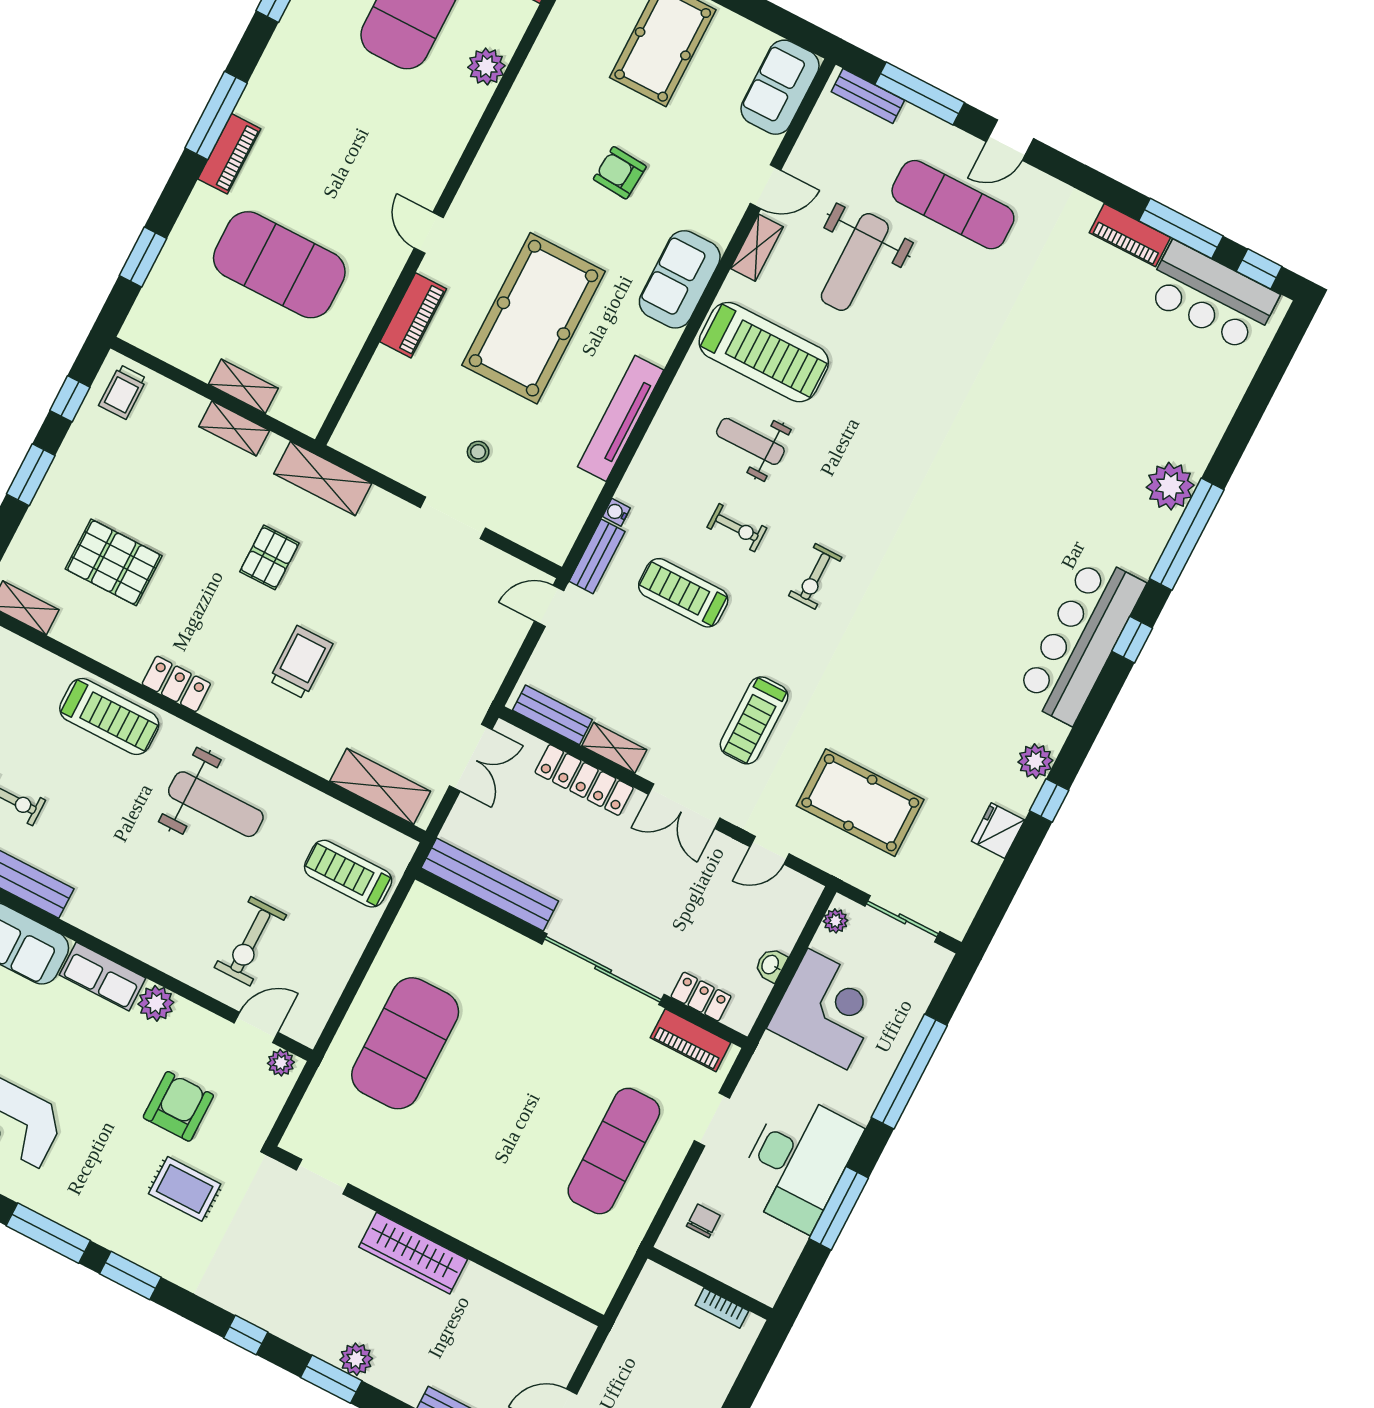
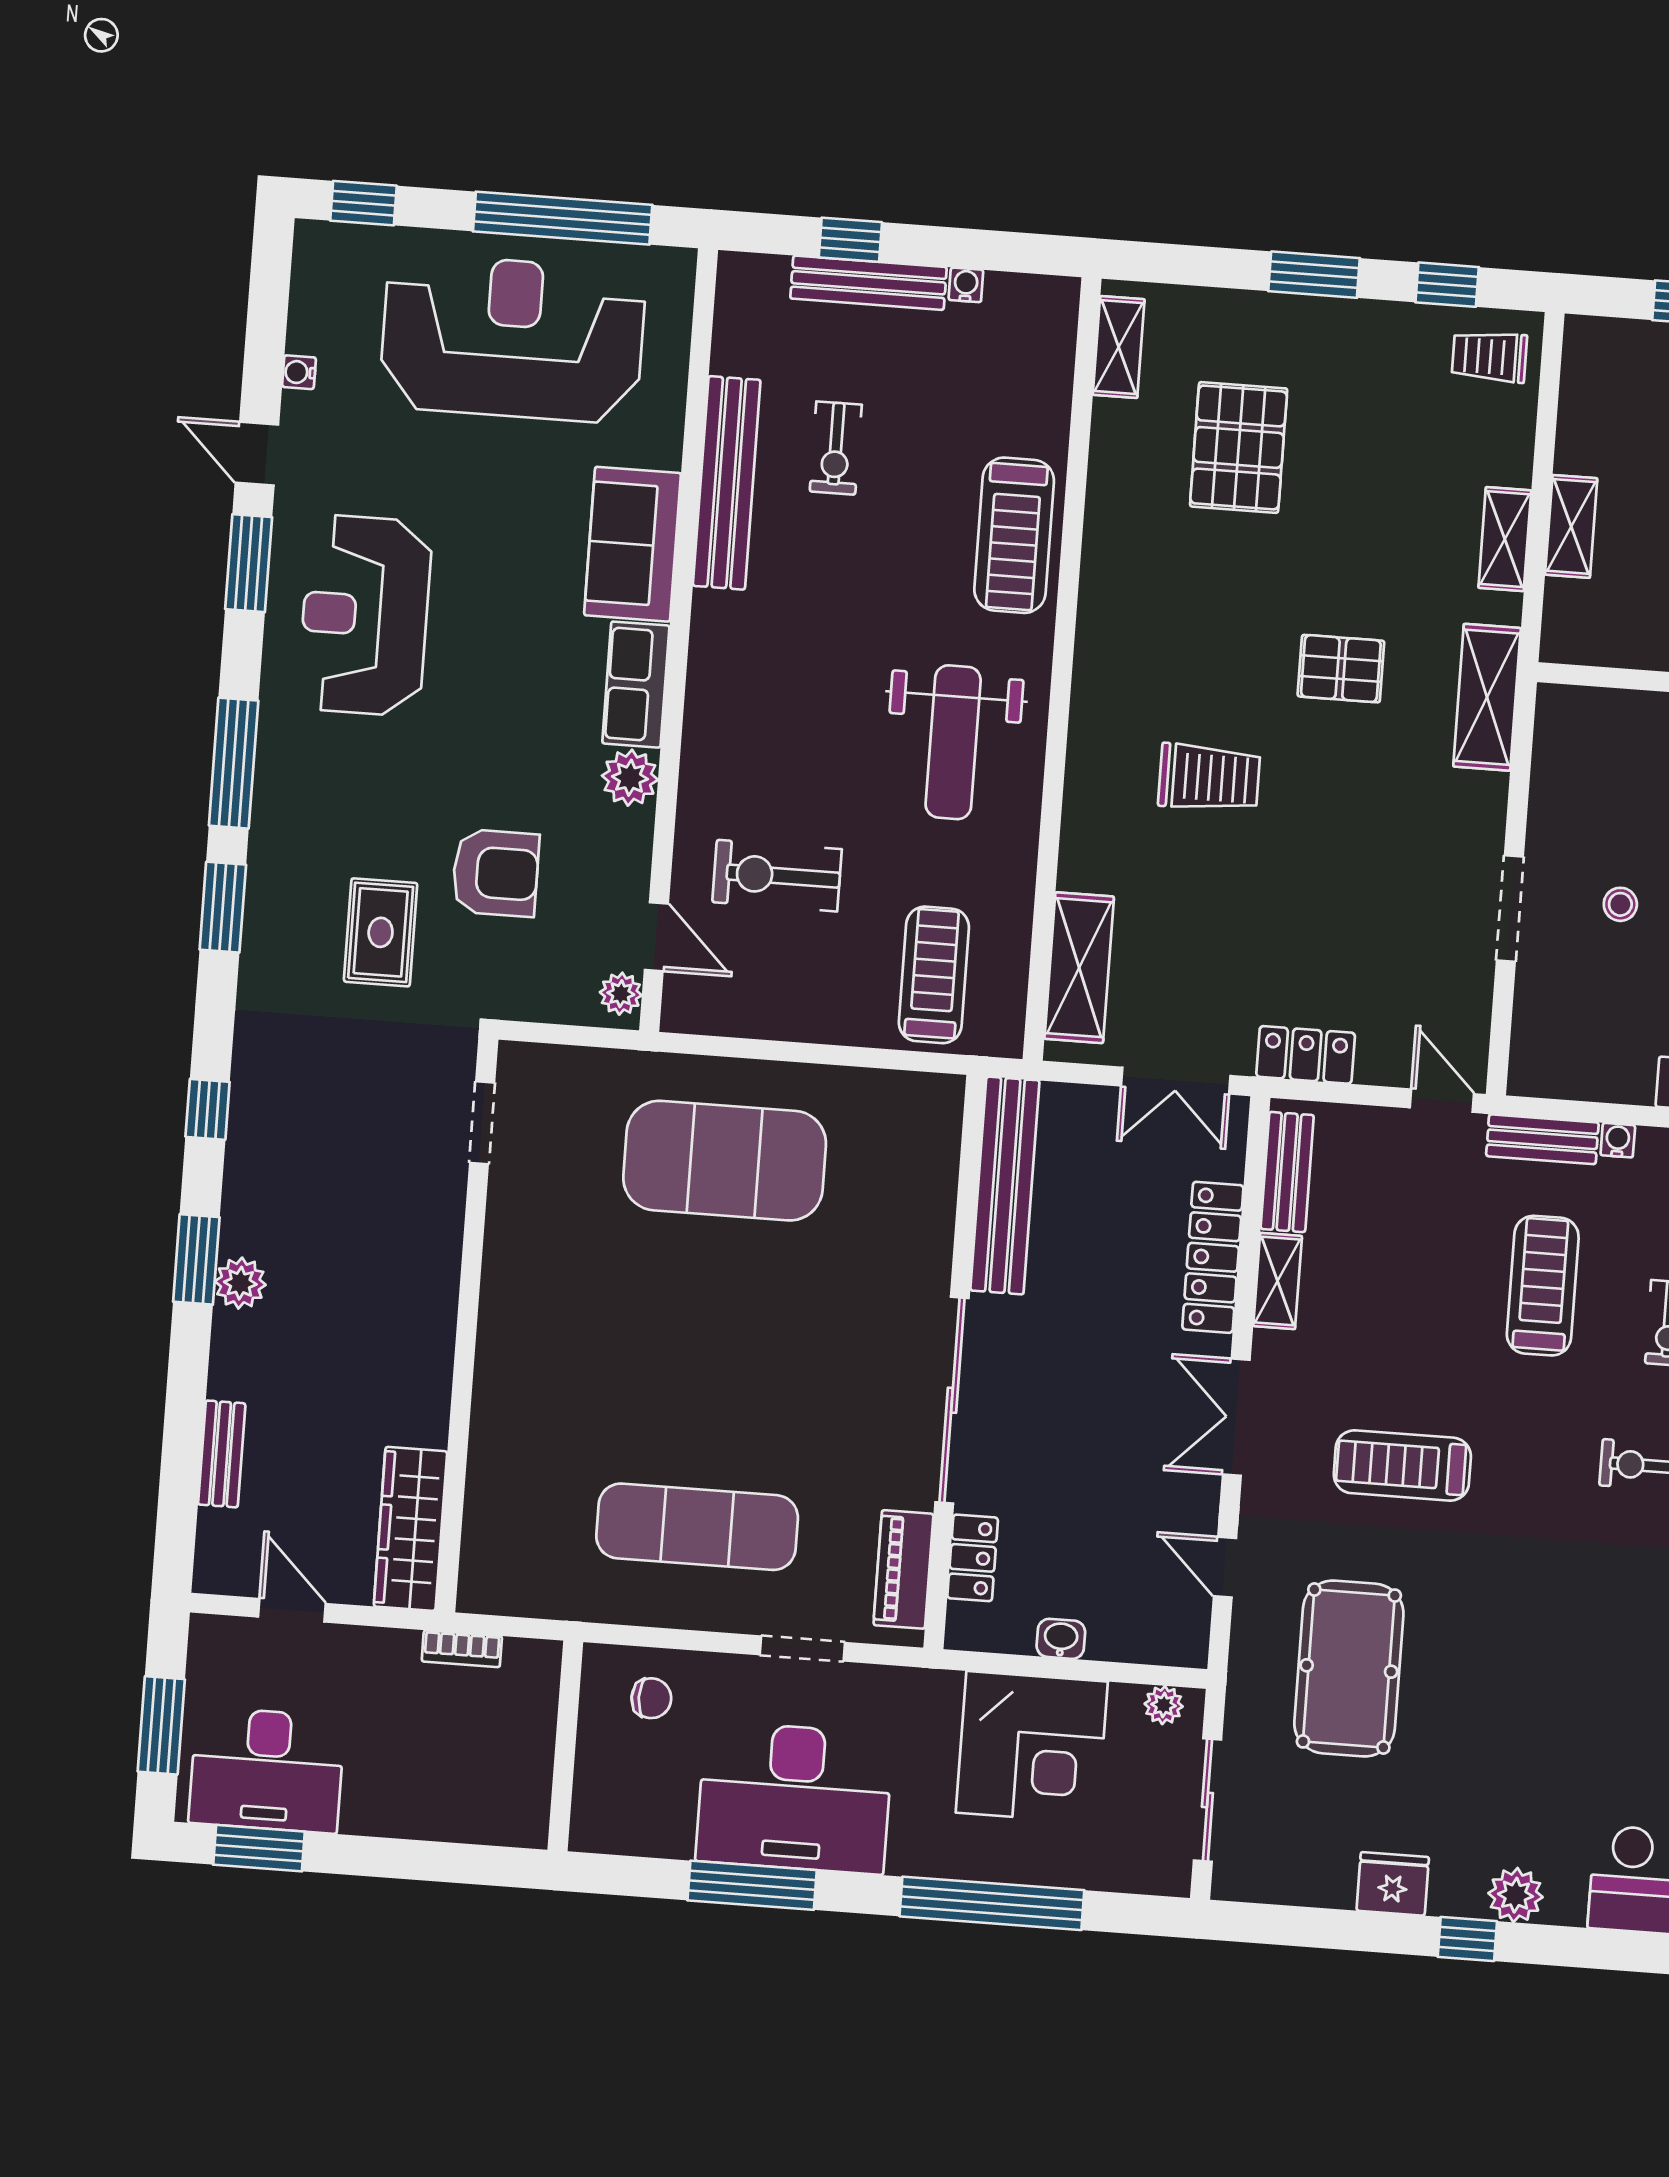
locker: (176, 684) -> (1306, 1055), moved, turned -90
wardrobe: (413, 1253) -> (410, 1529), moved
bookcase: (722, 1308) -> (462, 1649), moved, turned -90

